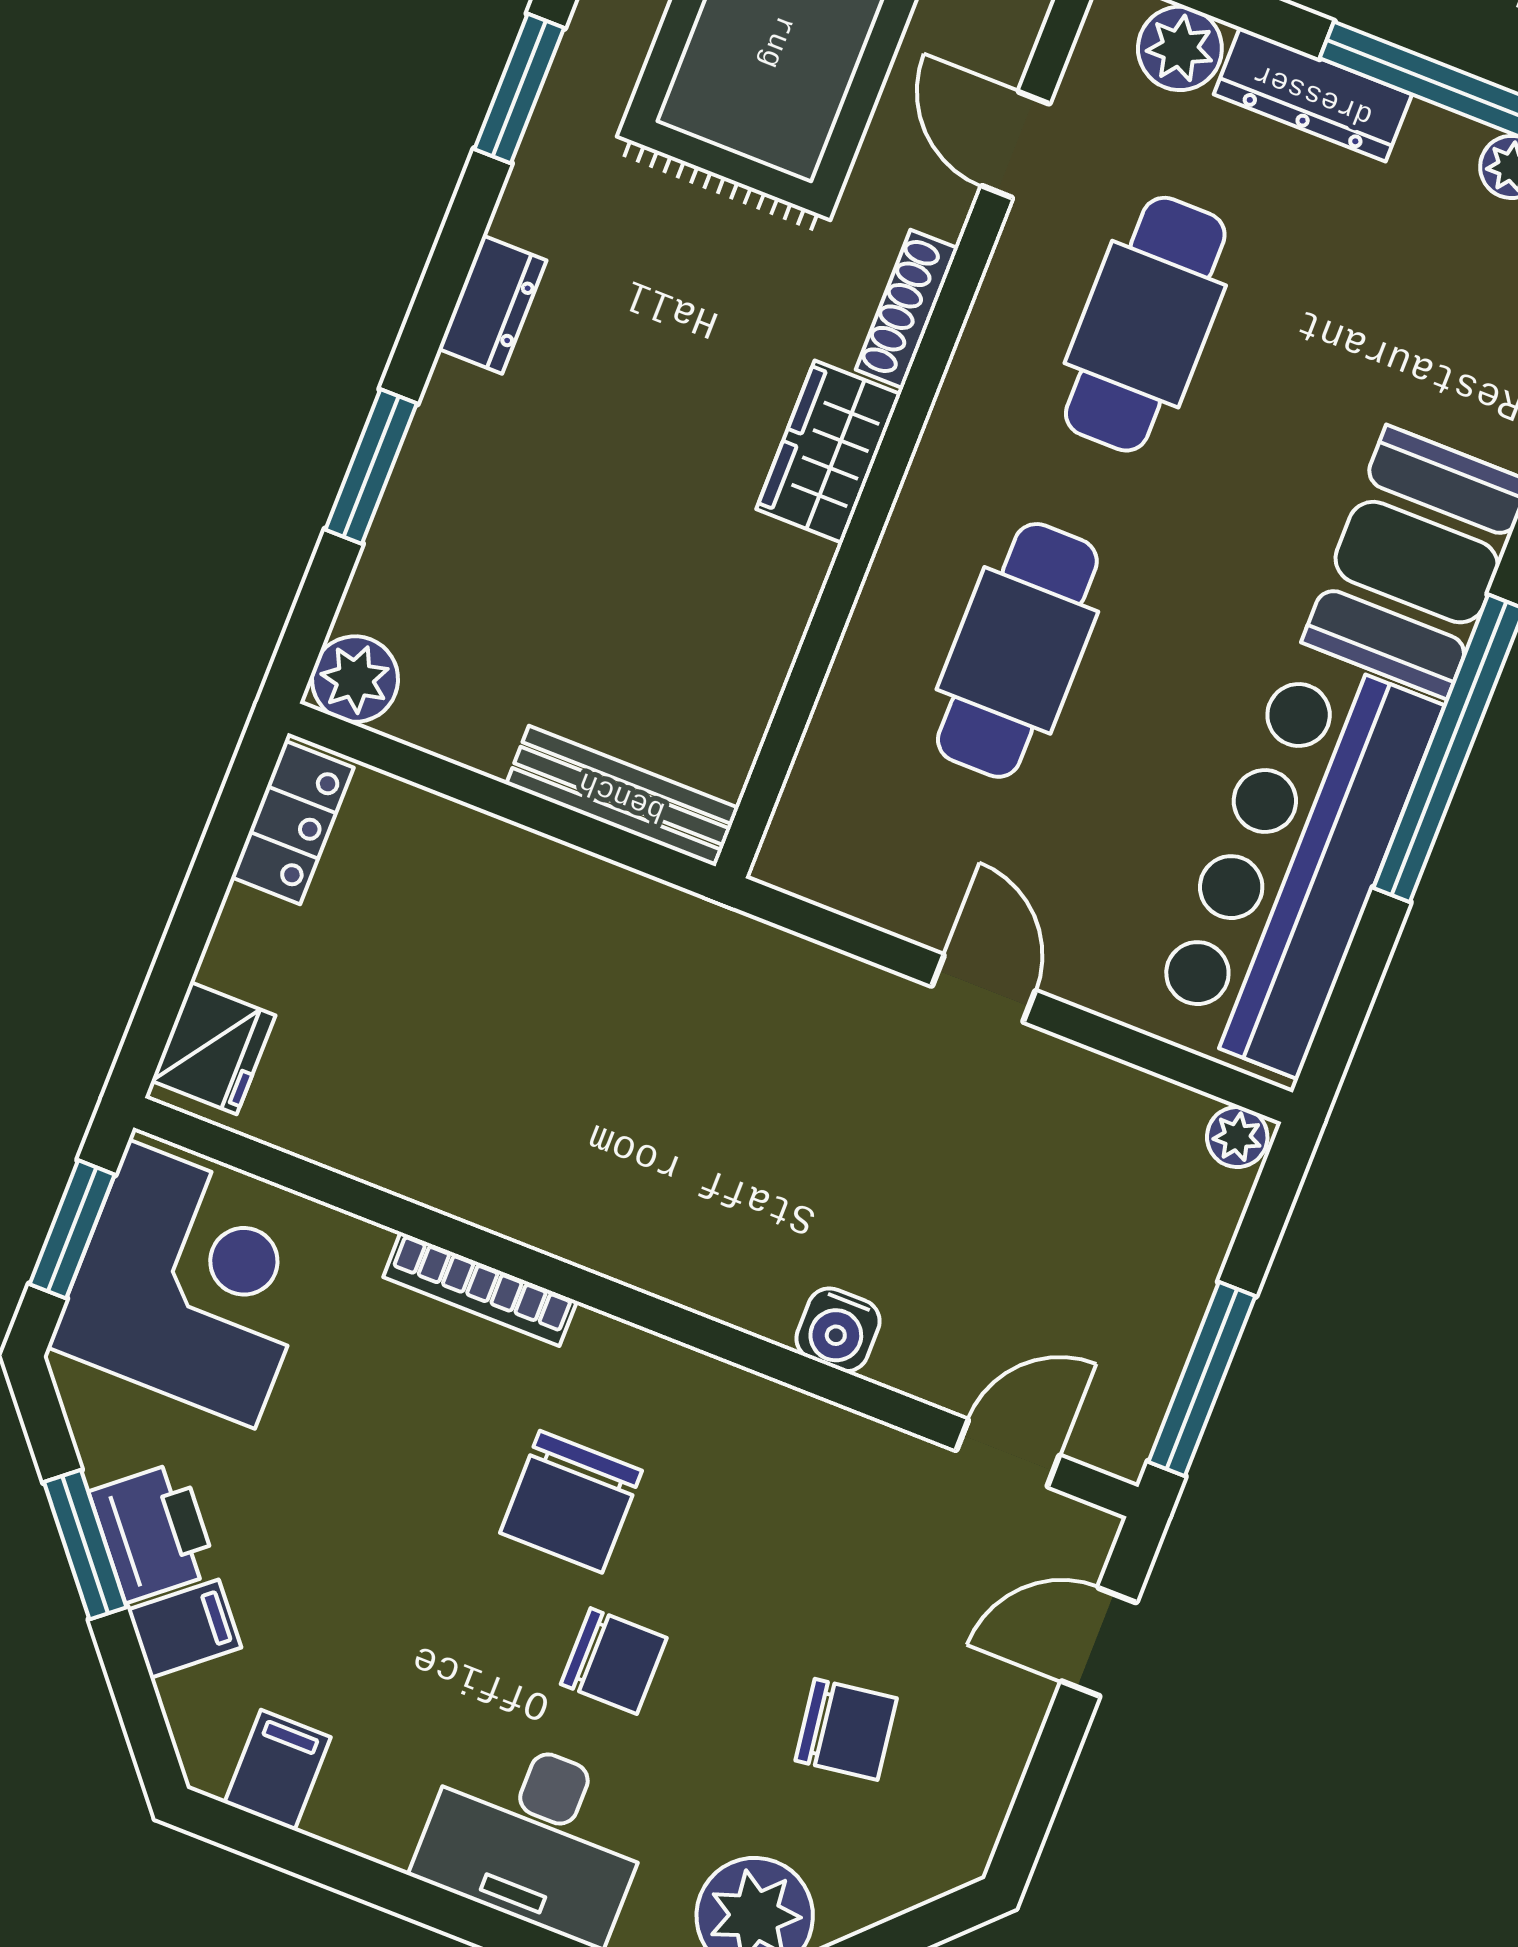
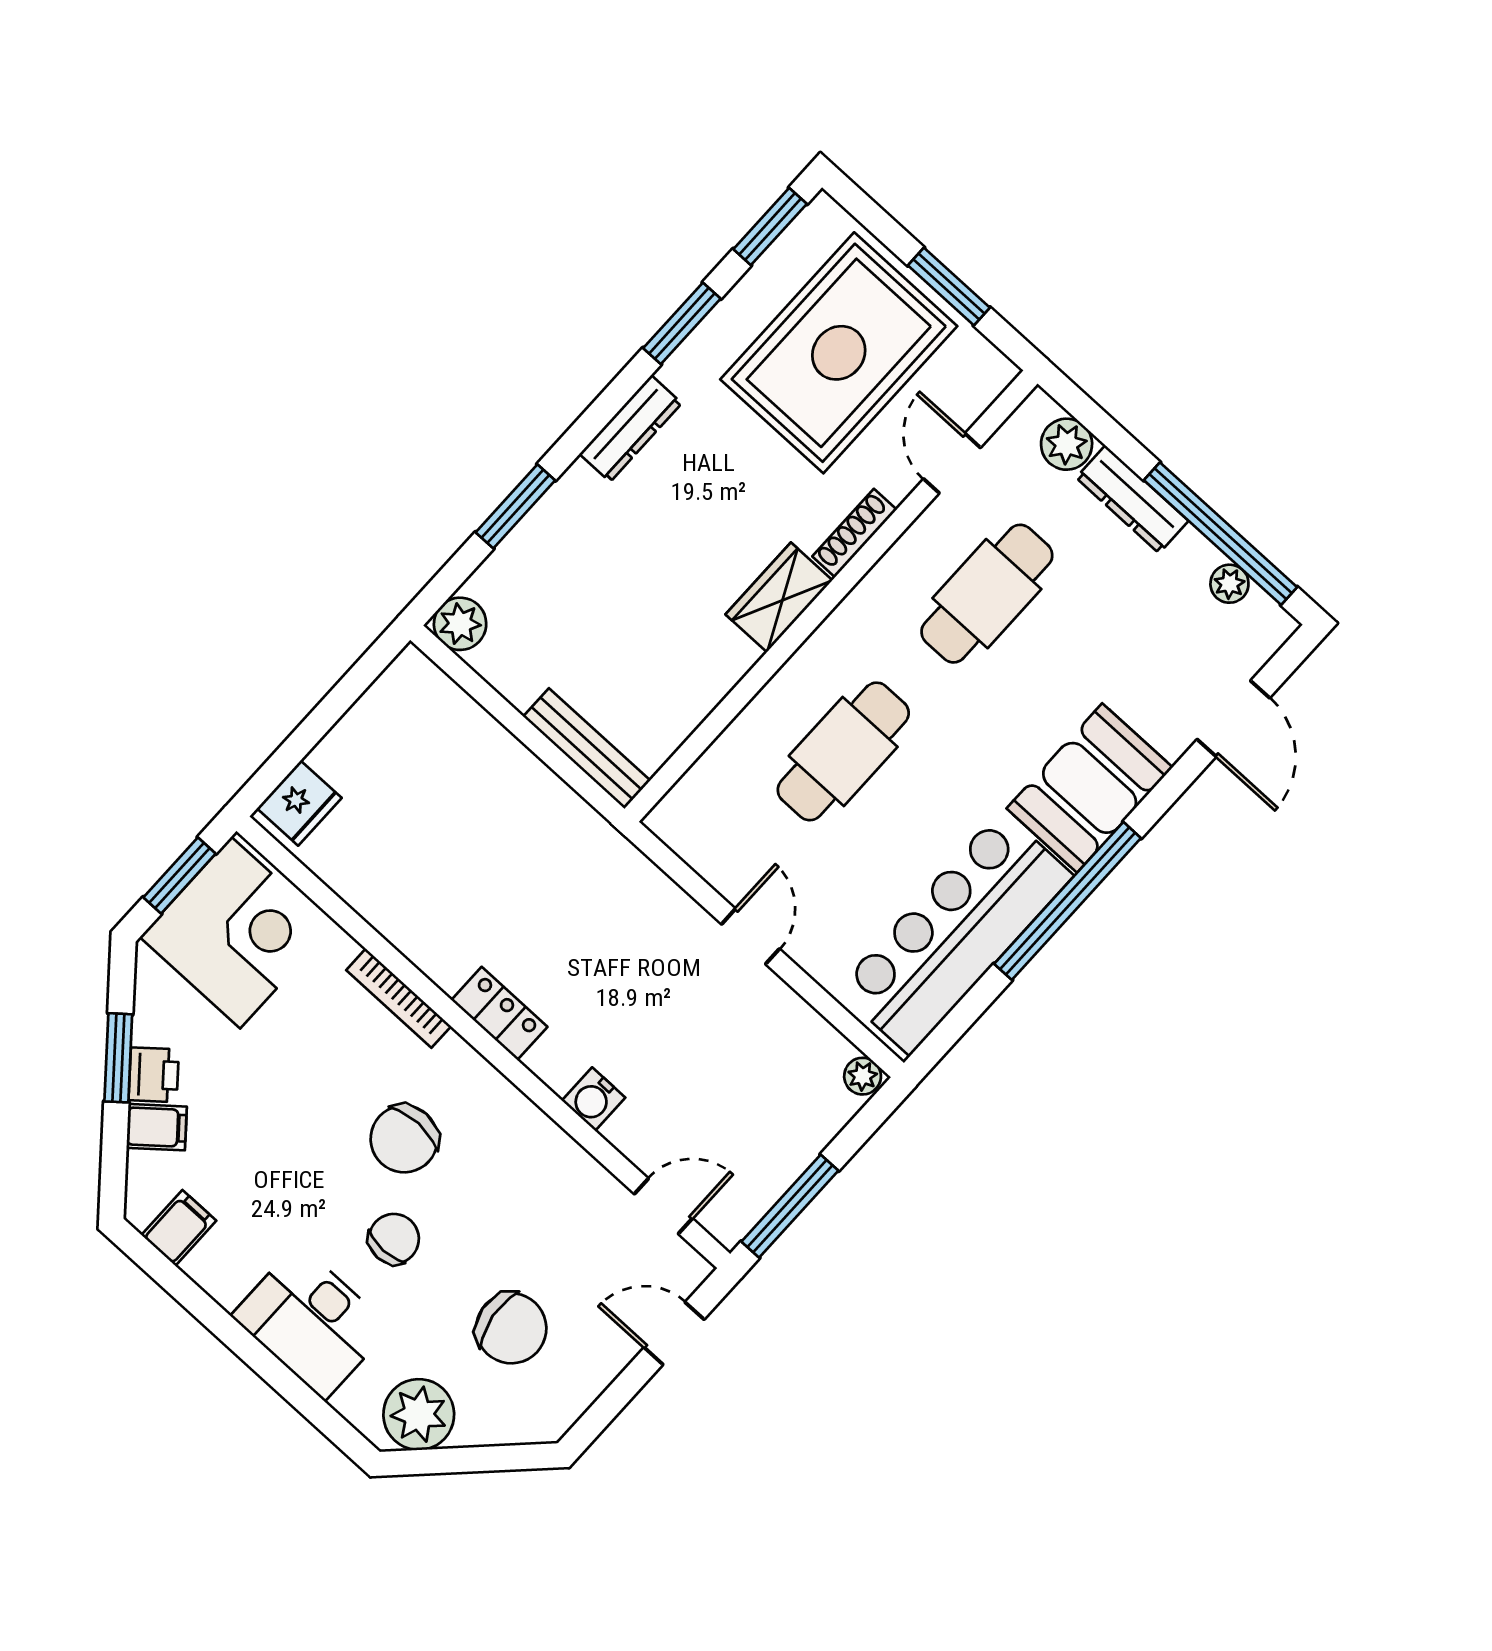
dresser: (492, 305) -> (631, 429), width x1.44
locker: (292, 822) -> (499, 1013), moved, turned -90
printer: (153, 1532) -> (154, 1075), width x0.73, depth x0.81
chair: (614, 1661) -> (394, 1239), turned -90
chair: (846, 1729) -> (511, 1328), width x1.37, depth x1.37

